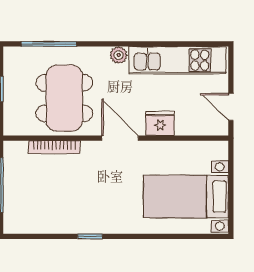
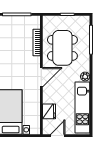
dining table: (64, 98) -> (62, 48), turned 90
fridge: (160, 123) -> (49, 111), moved

